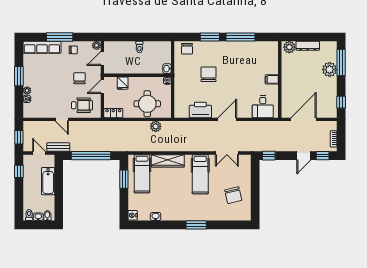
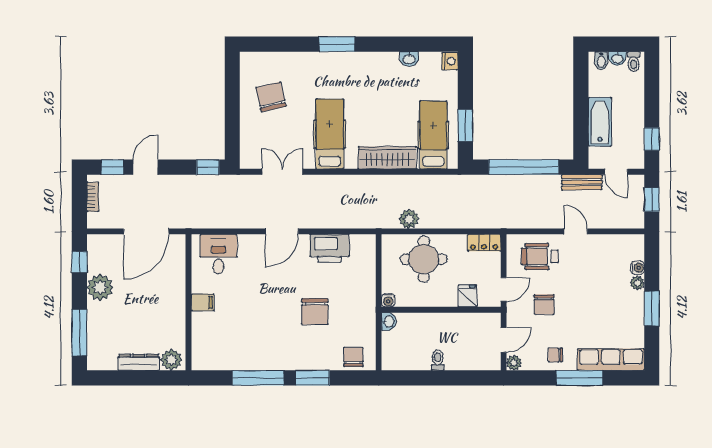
plant: (330, 70) -> (100, 287), moved

